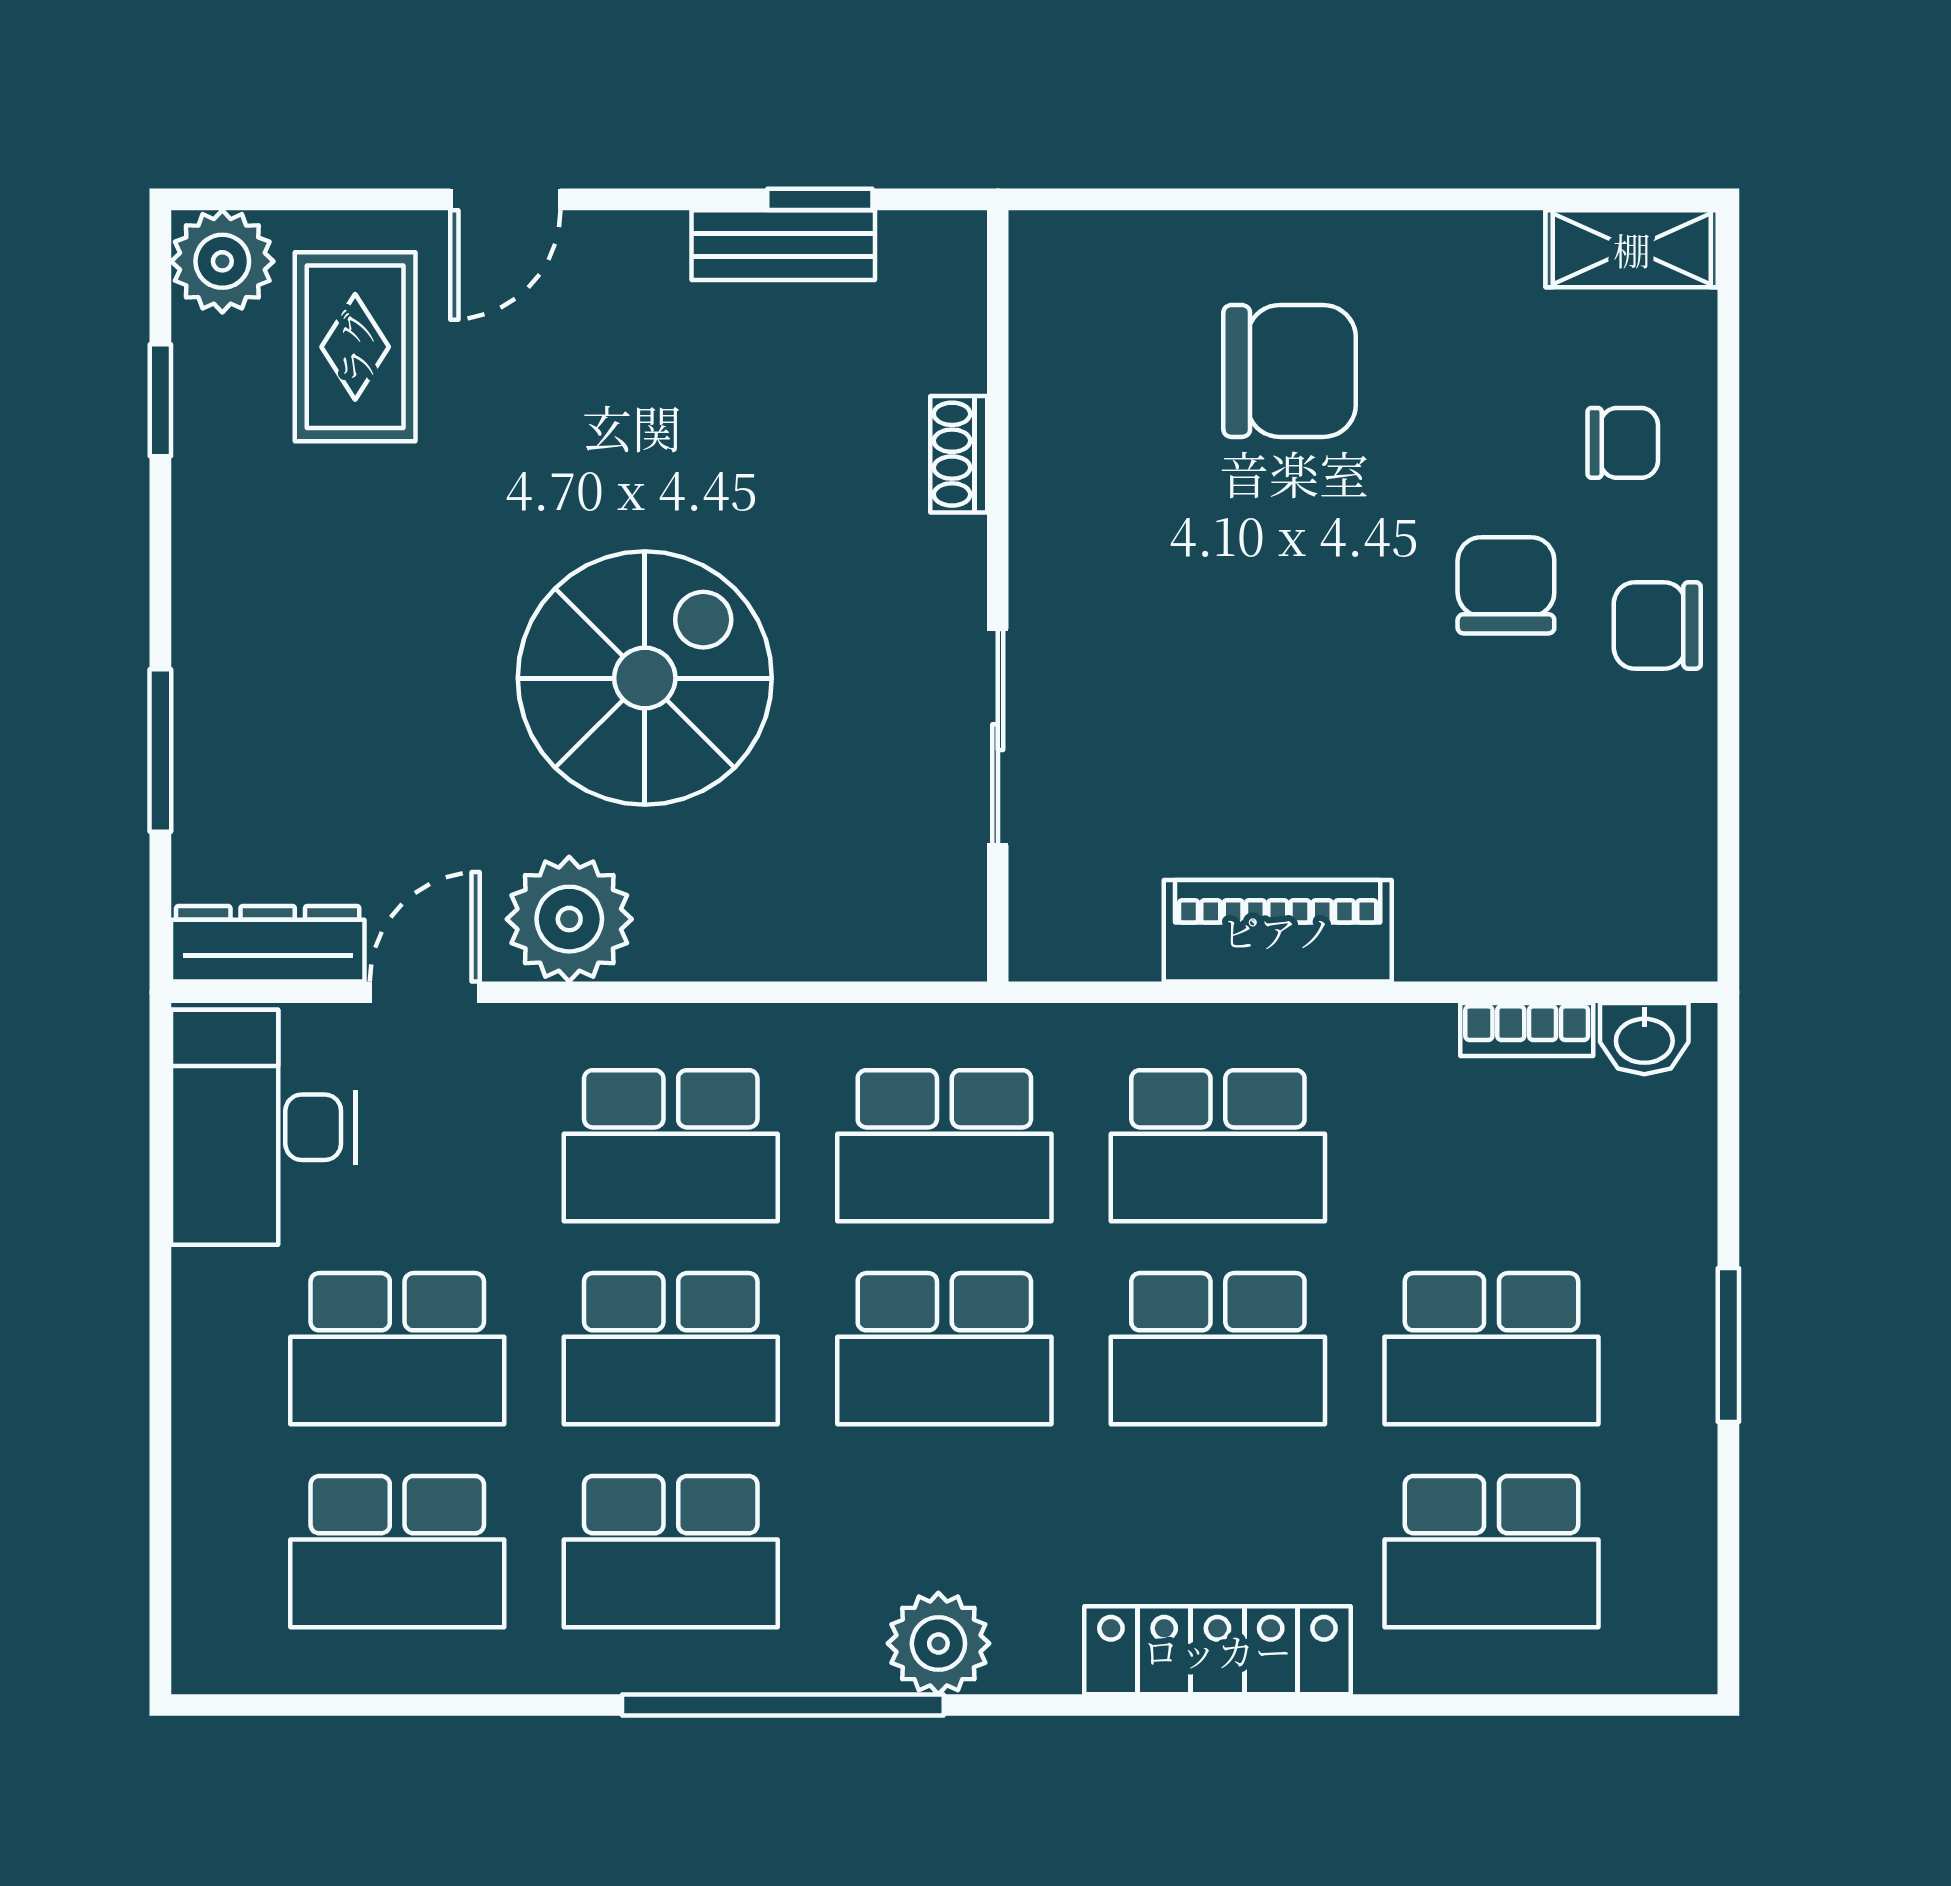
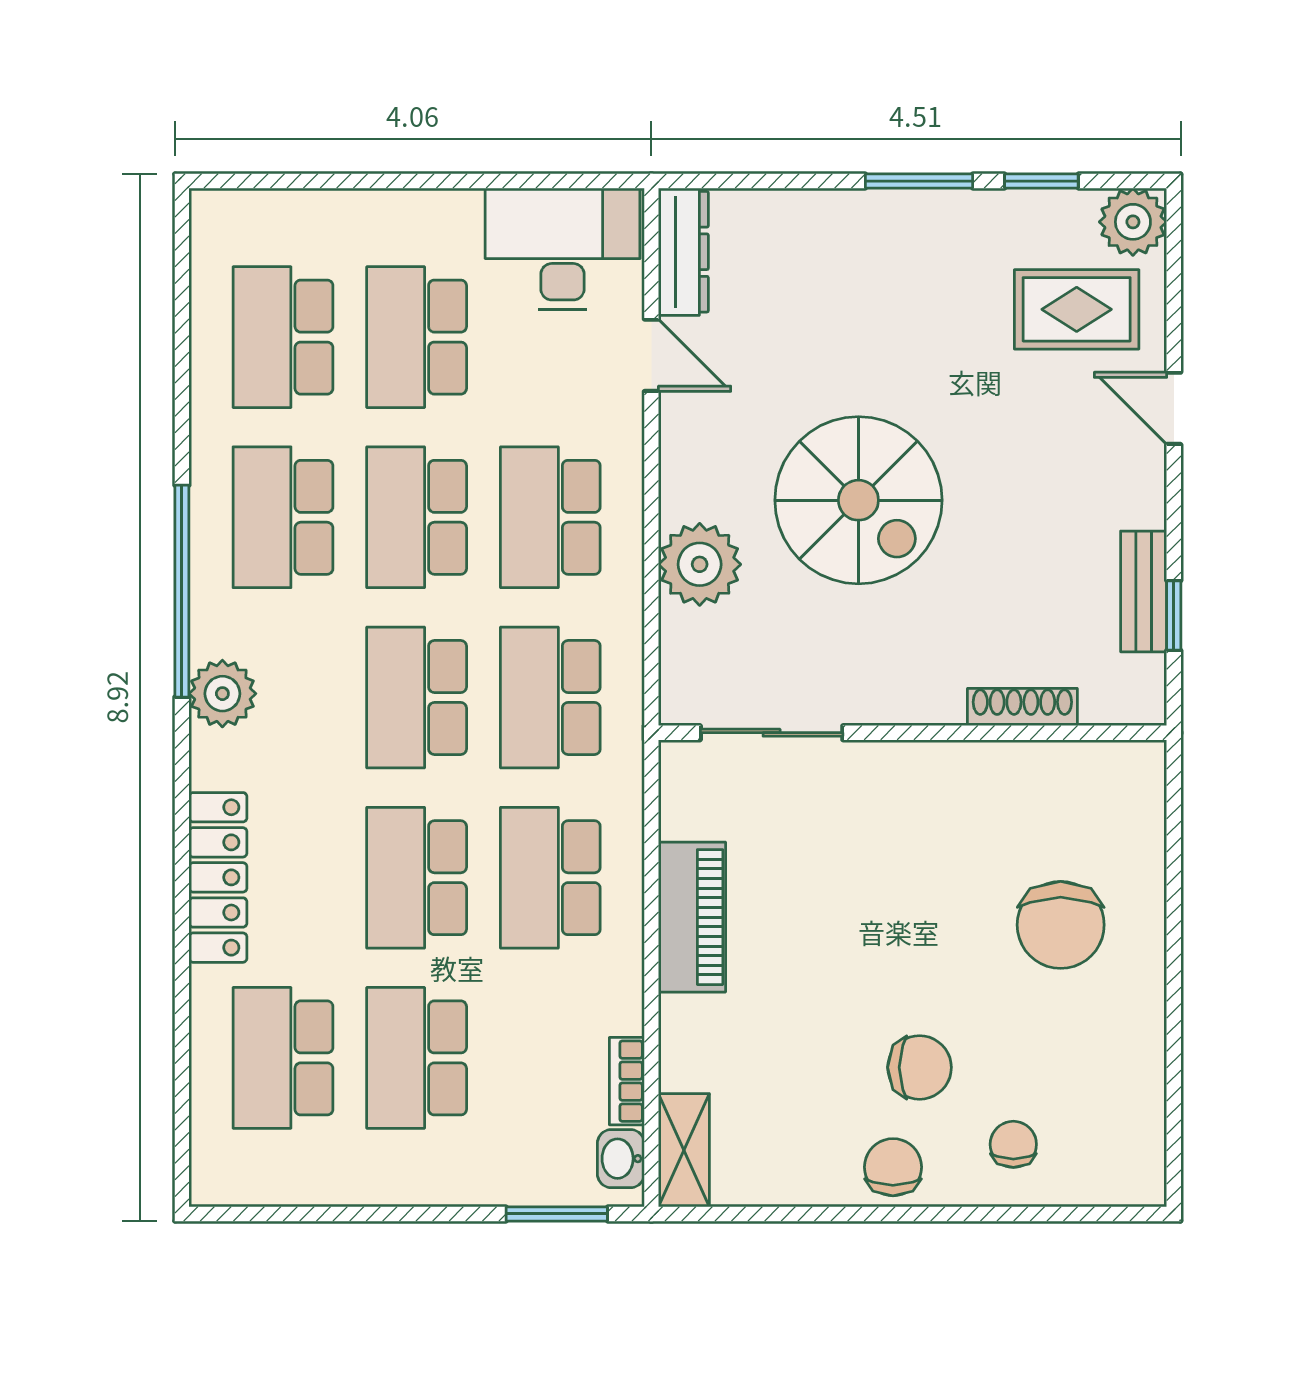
shelving: (1632, 249) -> (684, 1150), moved
chair: (1623, 443) -> (1013, 1144), turned 180
shoe rack: (959, 454) -> (1022, 707), width x1.43
sliding door: (998, 737) -> (772, 733), moved
window: (160, 750) -> (919, 181), moved
plant: (569, 919) -> (700, 564), moved
window: (1728, 1345) -> (557, 1214), moved

